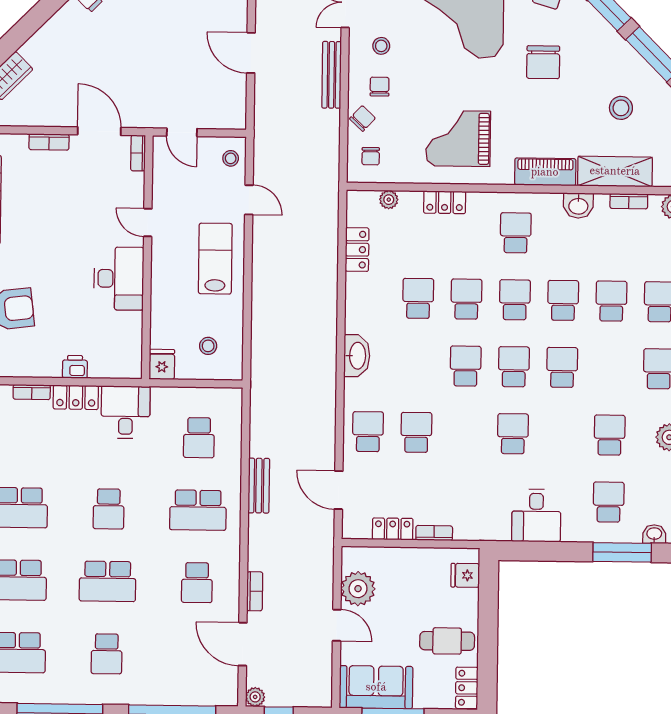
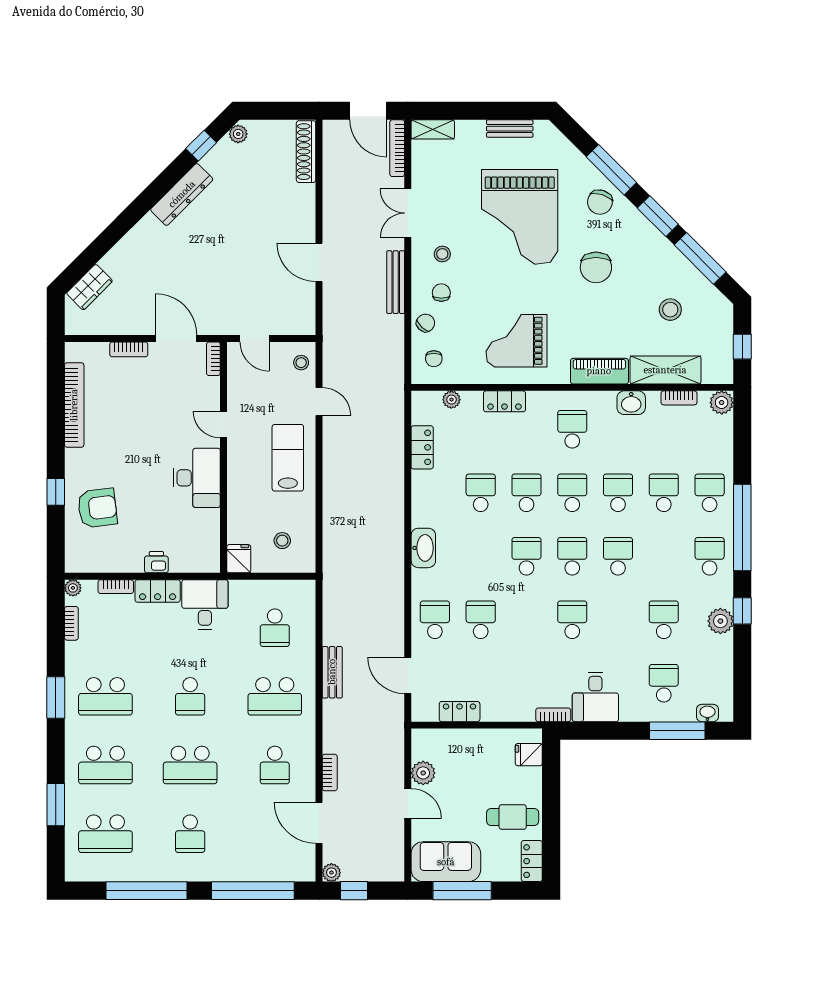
bookcase: (434, 533) -> (553, 715), moved
plant: (358, 589) -> (423, 773), width x0.73, depth x0.73

